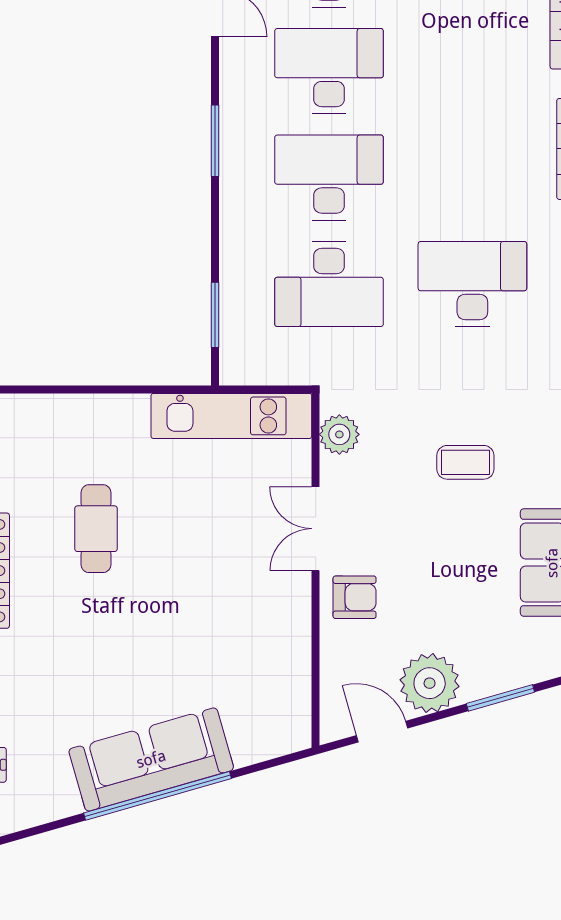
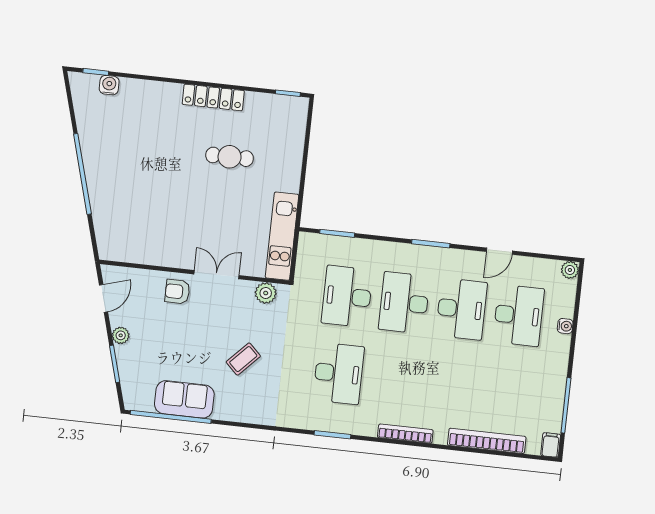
desk: (329, 178) -> (404, 303), turned 180
coffee table: (465, 462) -> (243, 359), turned 44
armchair: (355, 597) -> (177, 292), turned 90
plant: (430, 683) -> (121, 335), width x0.53, depth x0.53
sofa: (151, 759) -> (102, 173), removed

